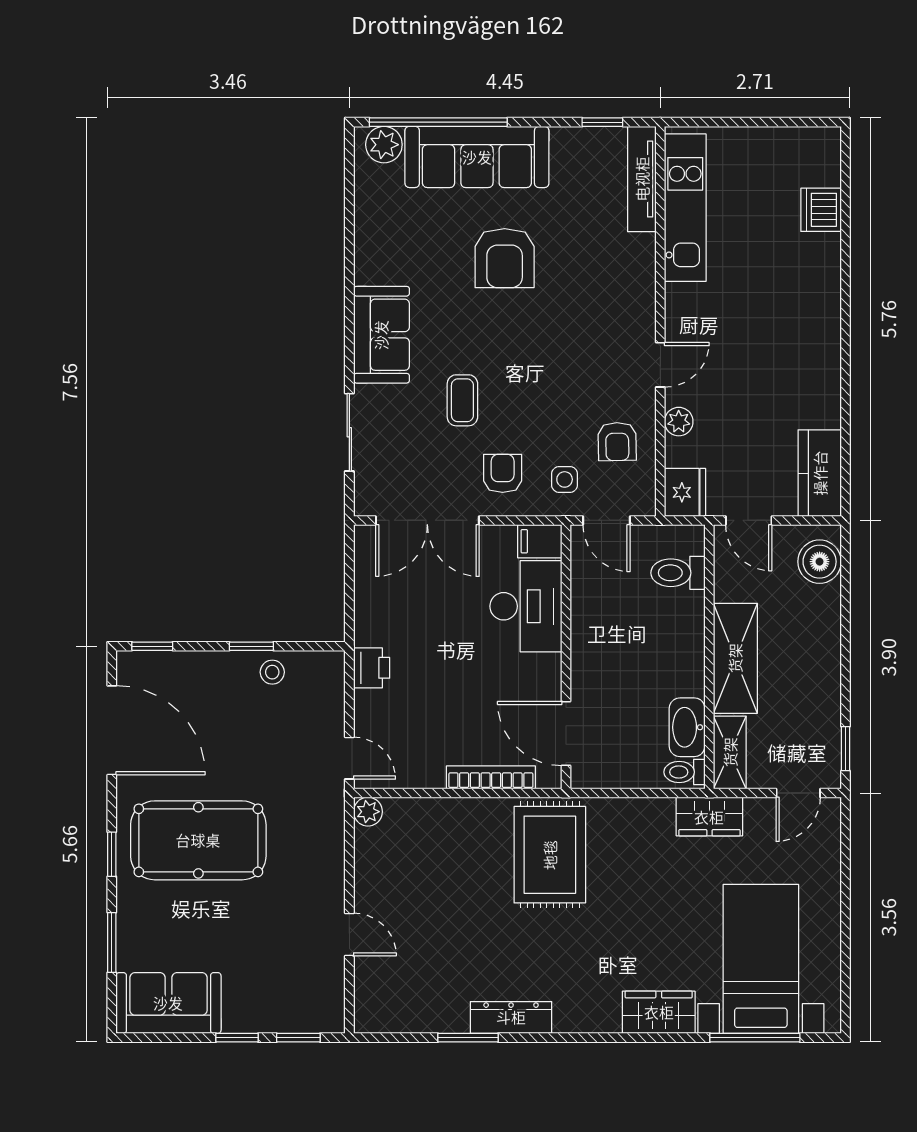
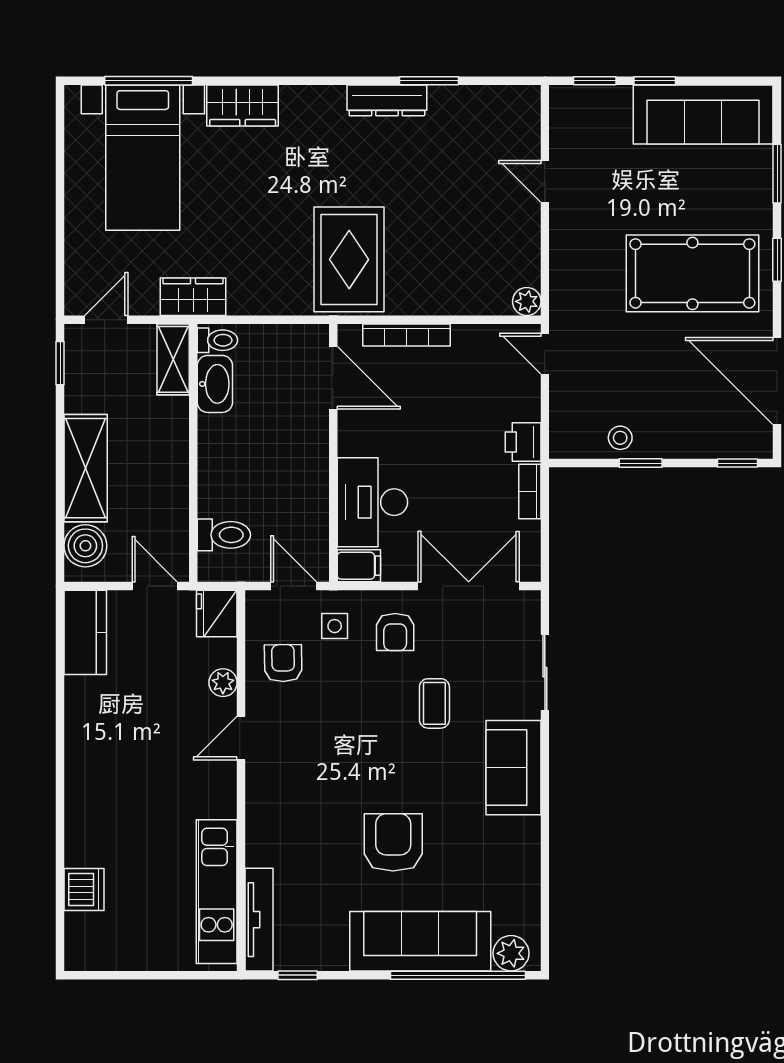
bookcase: (365, 617) -> (530, 492), added
shelving: (735, 658) -> (86, 468), moved
sofa: (168, 1003) -> (703, 114), width x1.36

